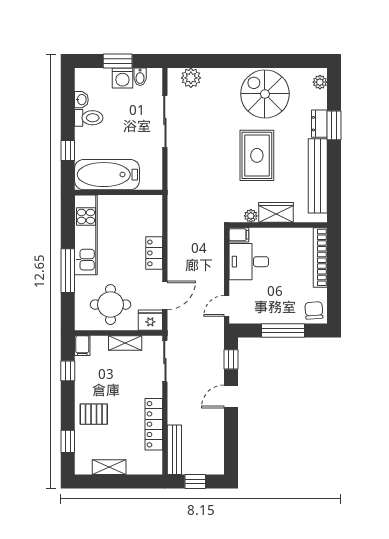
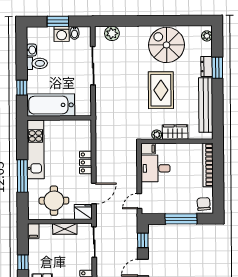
window: (68, 371) -> (23, 262), moved

